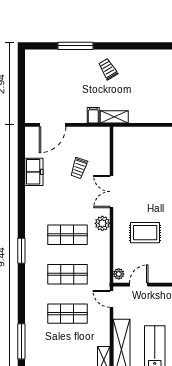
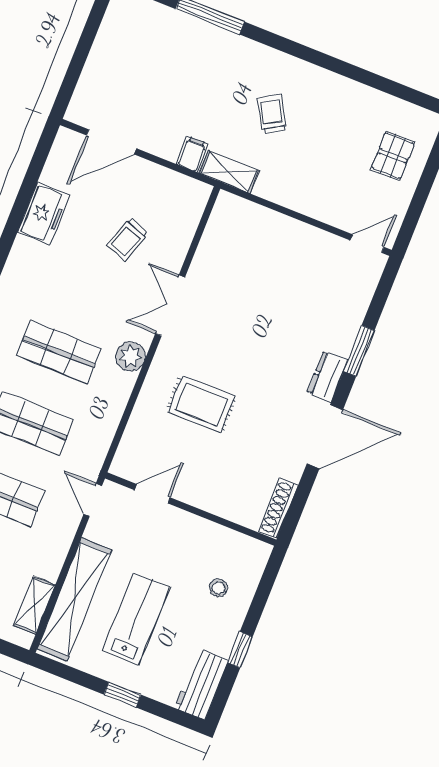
trolley: (108, 69) -> (272, 114), moved
plant: (119, 274) -> (124, 460), removed

